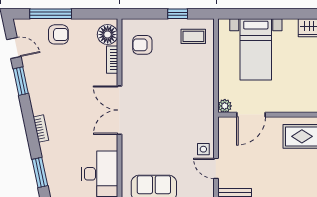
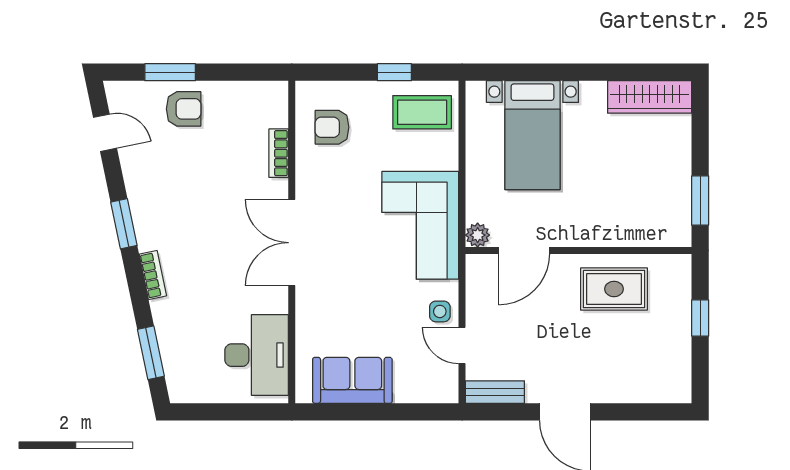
window: (51, 14) -> (170, 72), width x0.69
floor lamp: (108, 35) -> (271, 109), removed
coffee table: (193, 36) -> (422, 112), width x1.36, depth x1.30
window: (21, 81) -> (124, 224), moved
corner sofa: (192, 100) -> (420, 225), added

